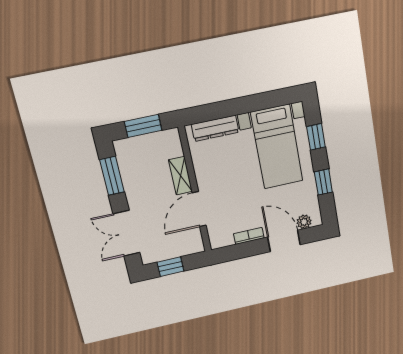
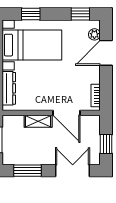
window: (323, 182) -> (80, 14), moved
double door: (127, 233) -> (73, 171), swing flipped
bookcase: (249, 236) -> (96, 96), moved

